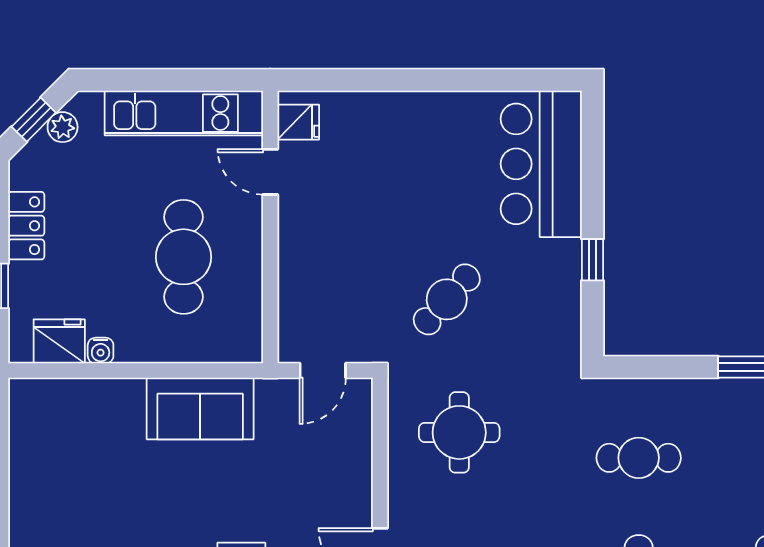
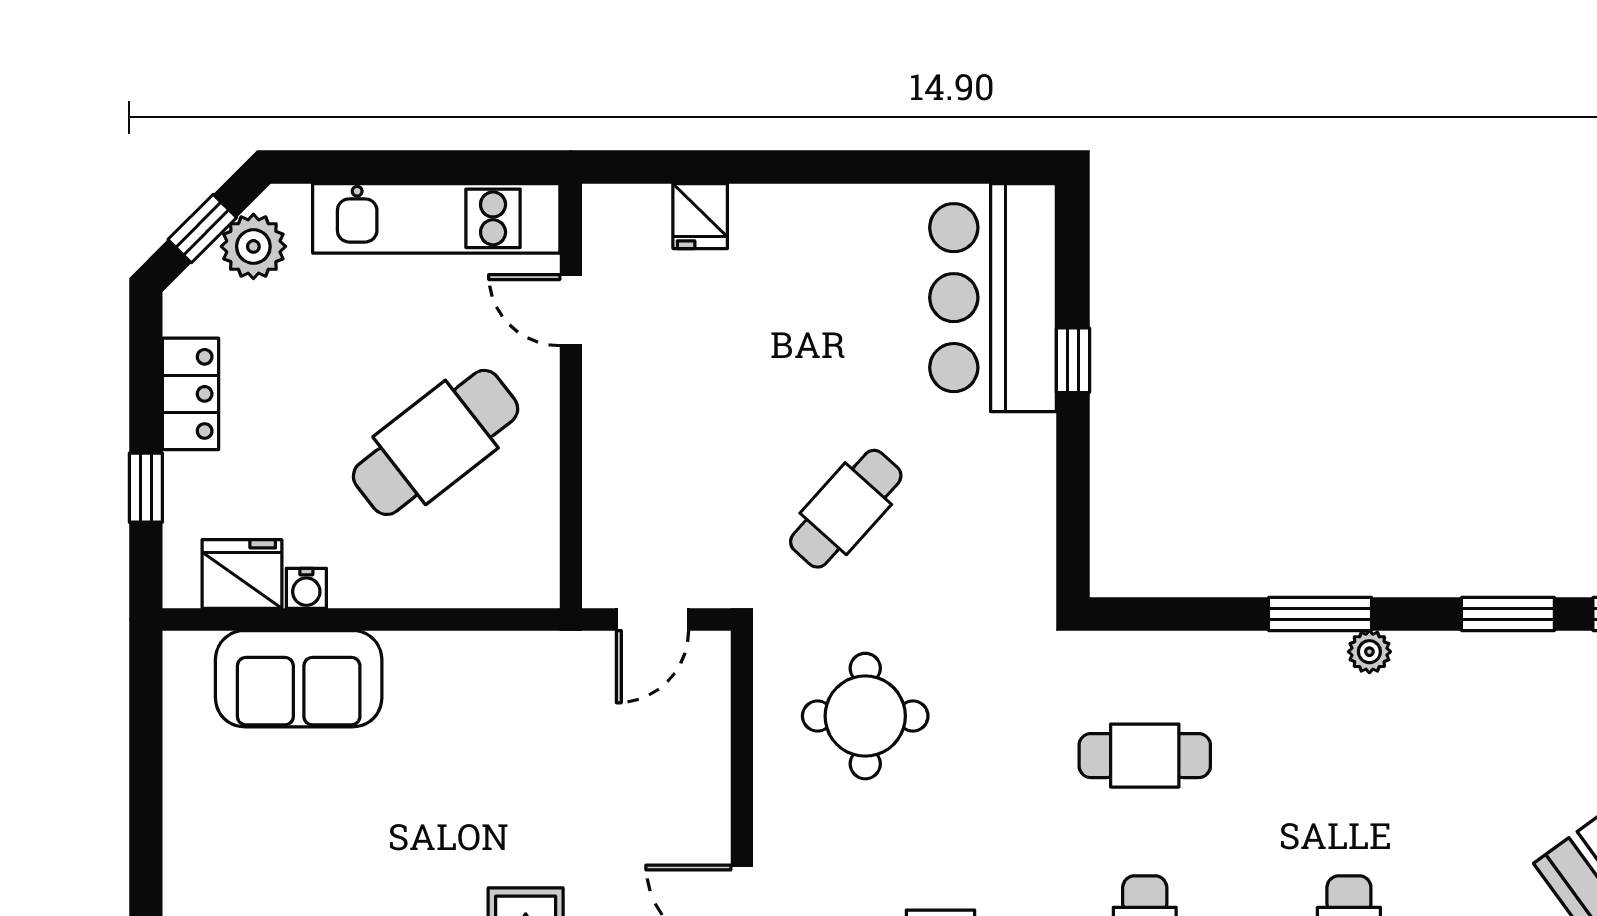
fridge: (298, 122) -> (700, 216), moved, turned 90
plant: (63, 127) -> (253, 246), width x1.38, depth x1.38
cafe table: (183, 257) -> (436, 442), turned 52
window: (593, 260) -> (1073, 360), moved
sofa: (200, 408) -> (299, 679), moved

